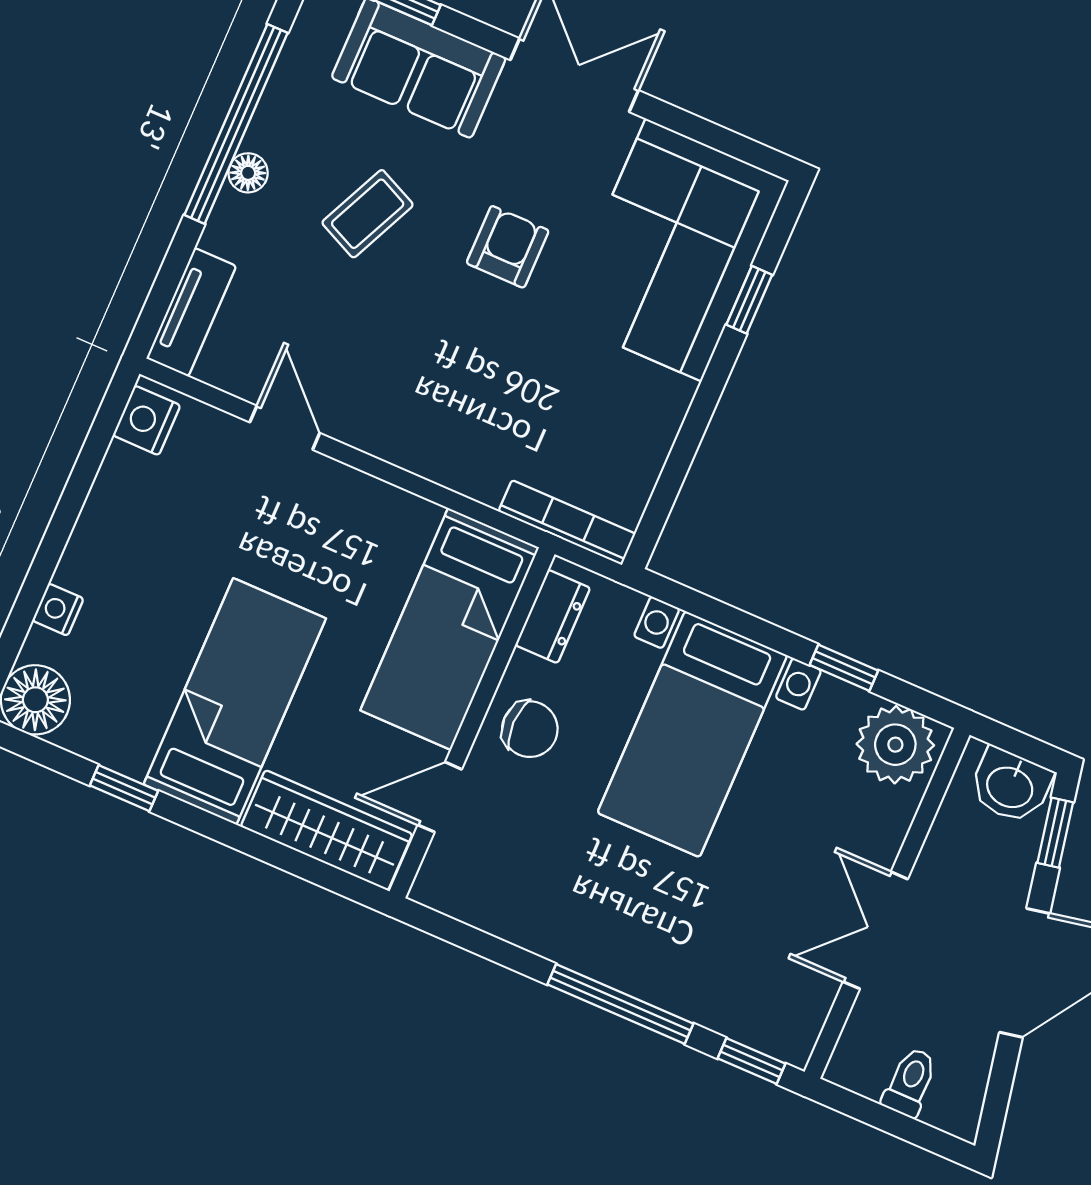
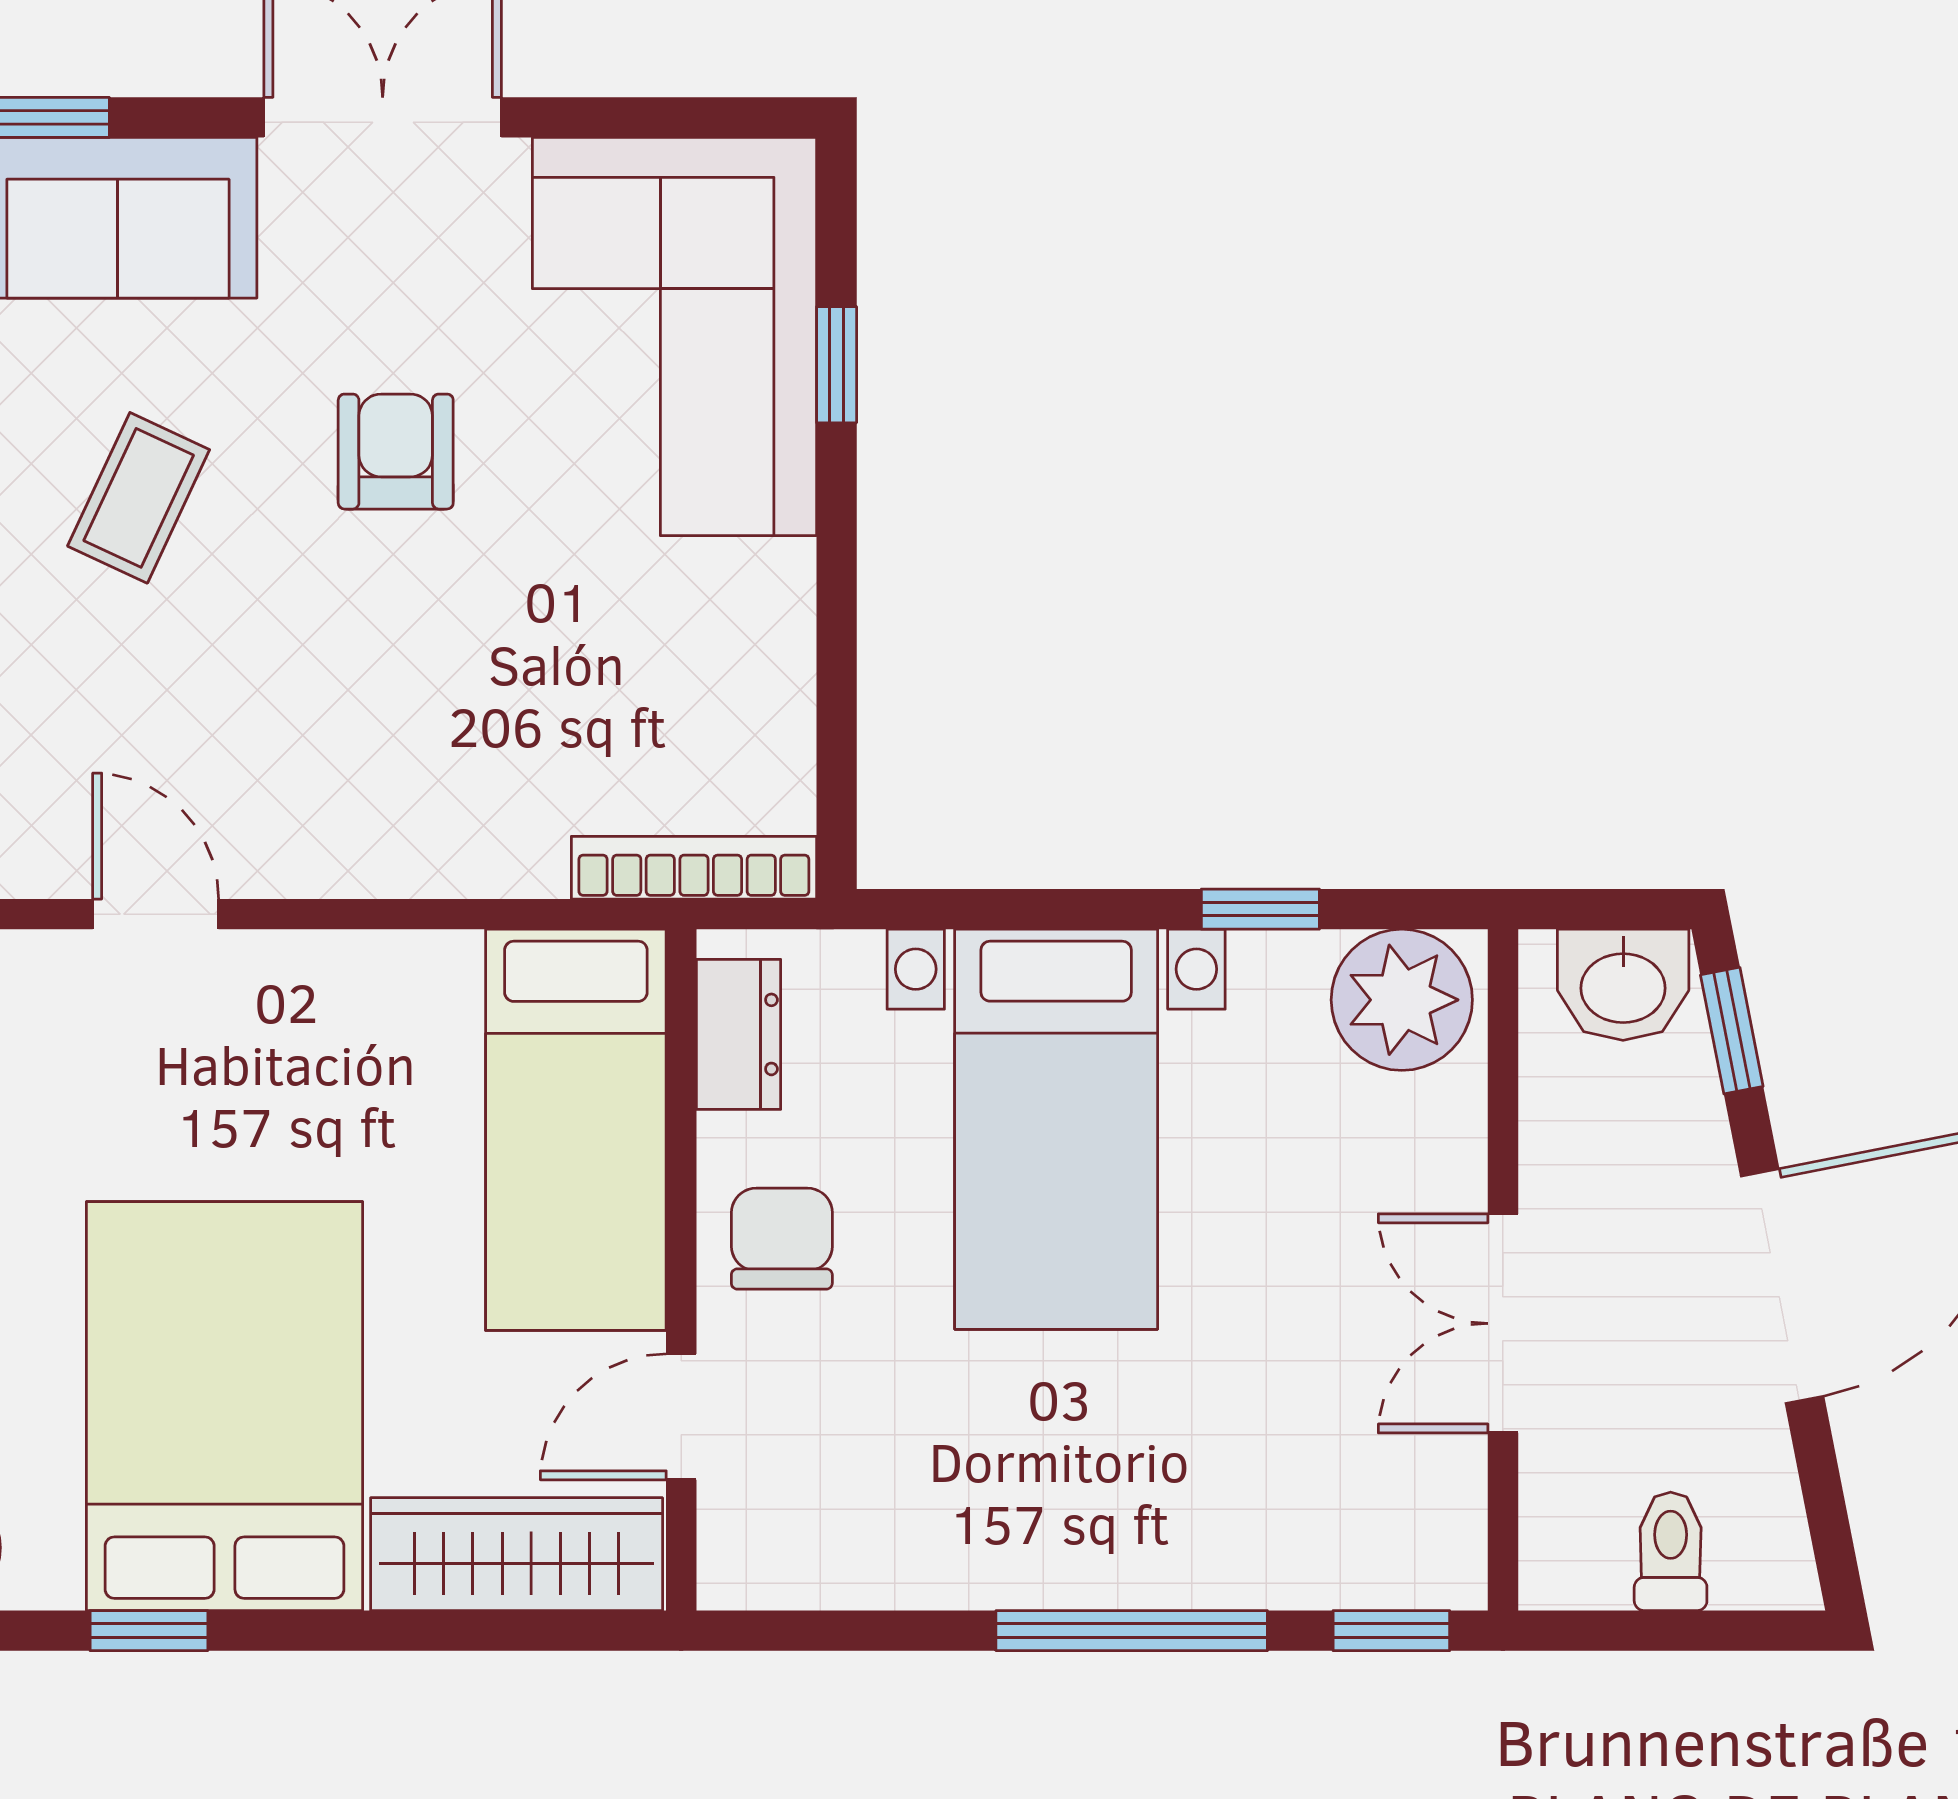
bed: (235, 701) -> (225, 1406), width x1.50
chair: (530, 729) -> (782, 1239), turned -90

